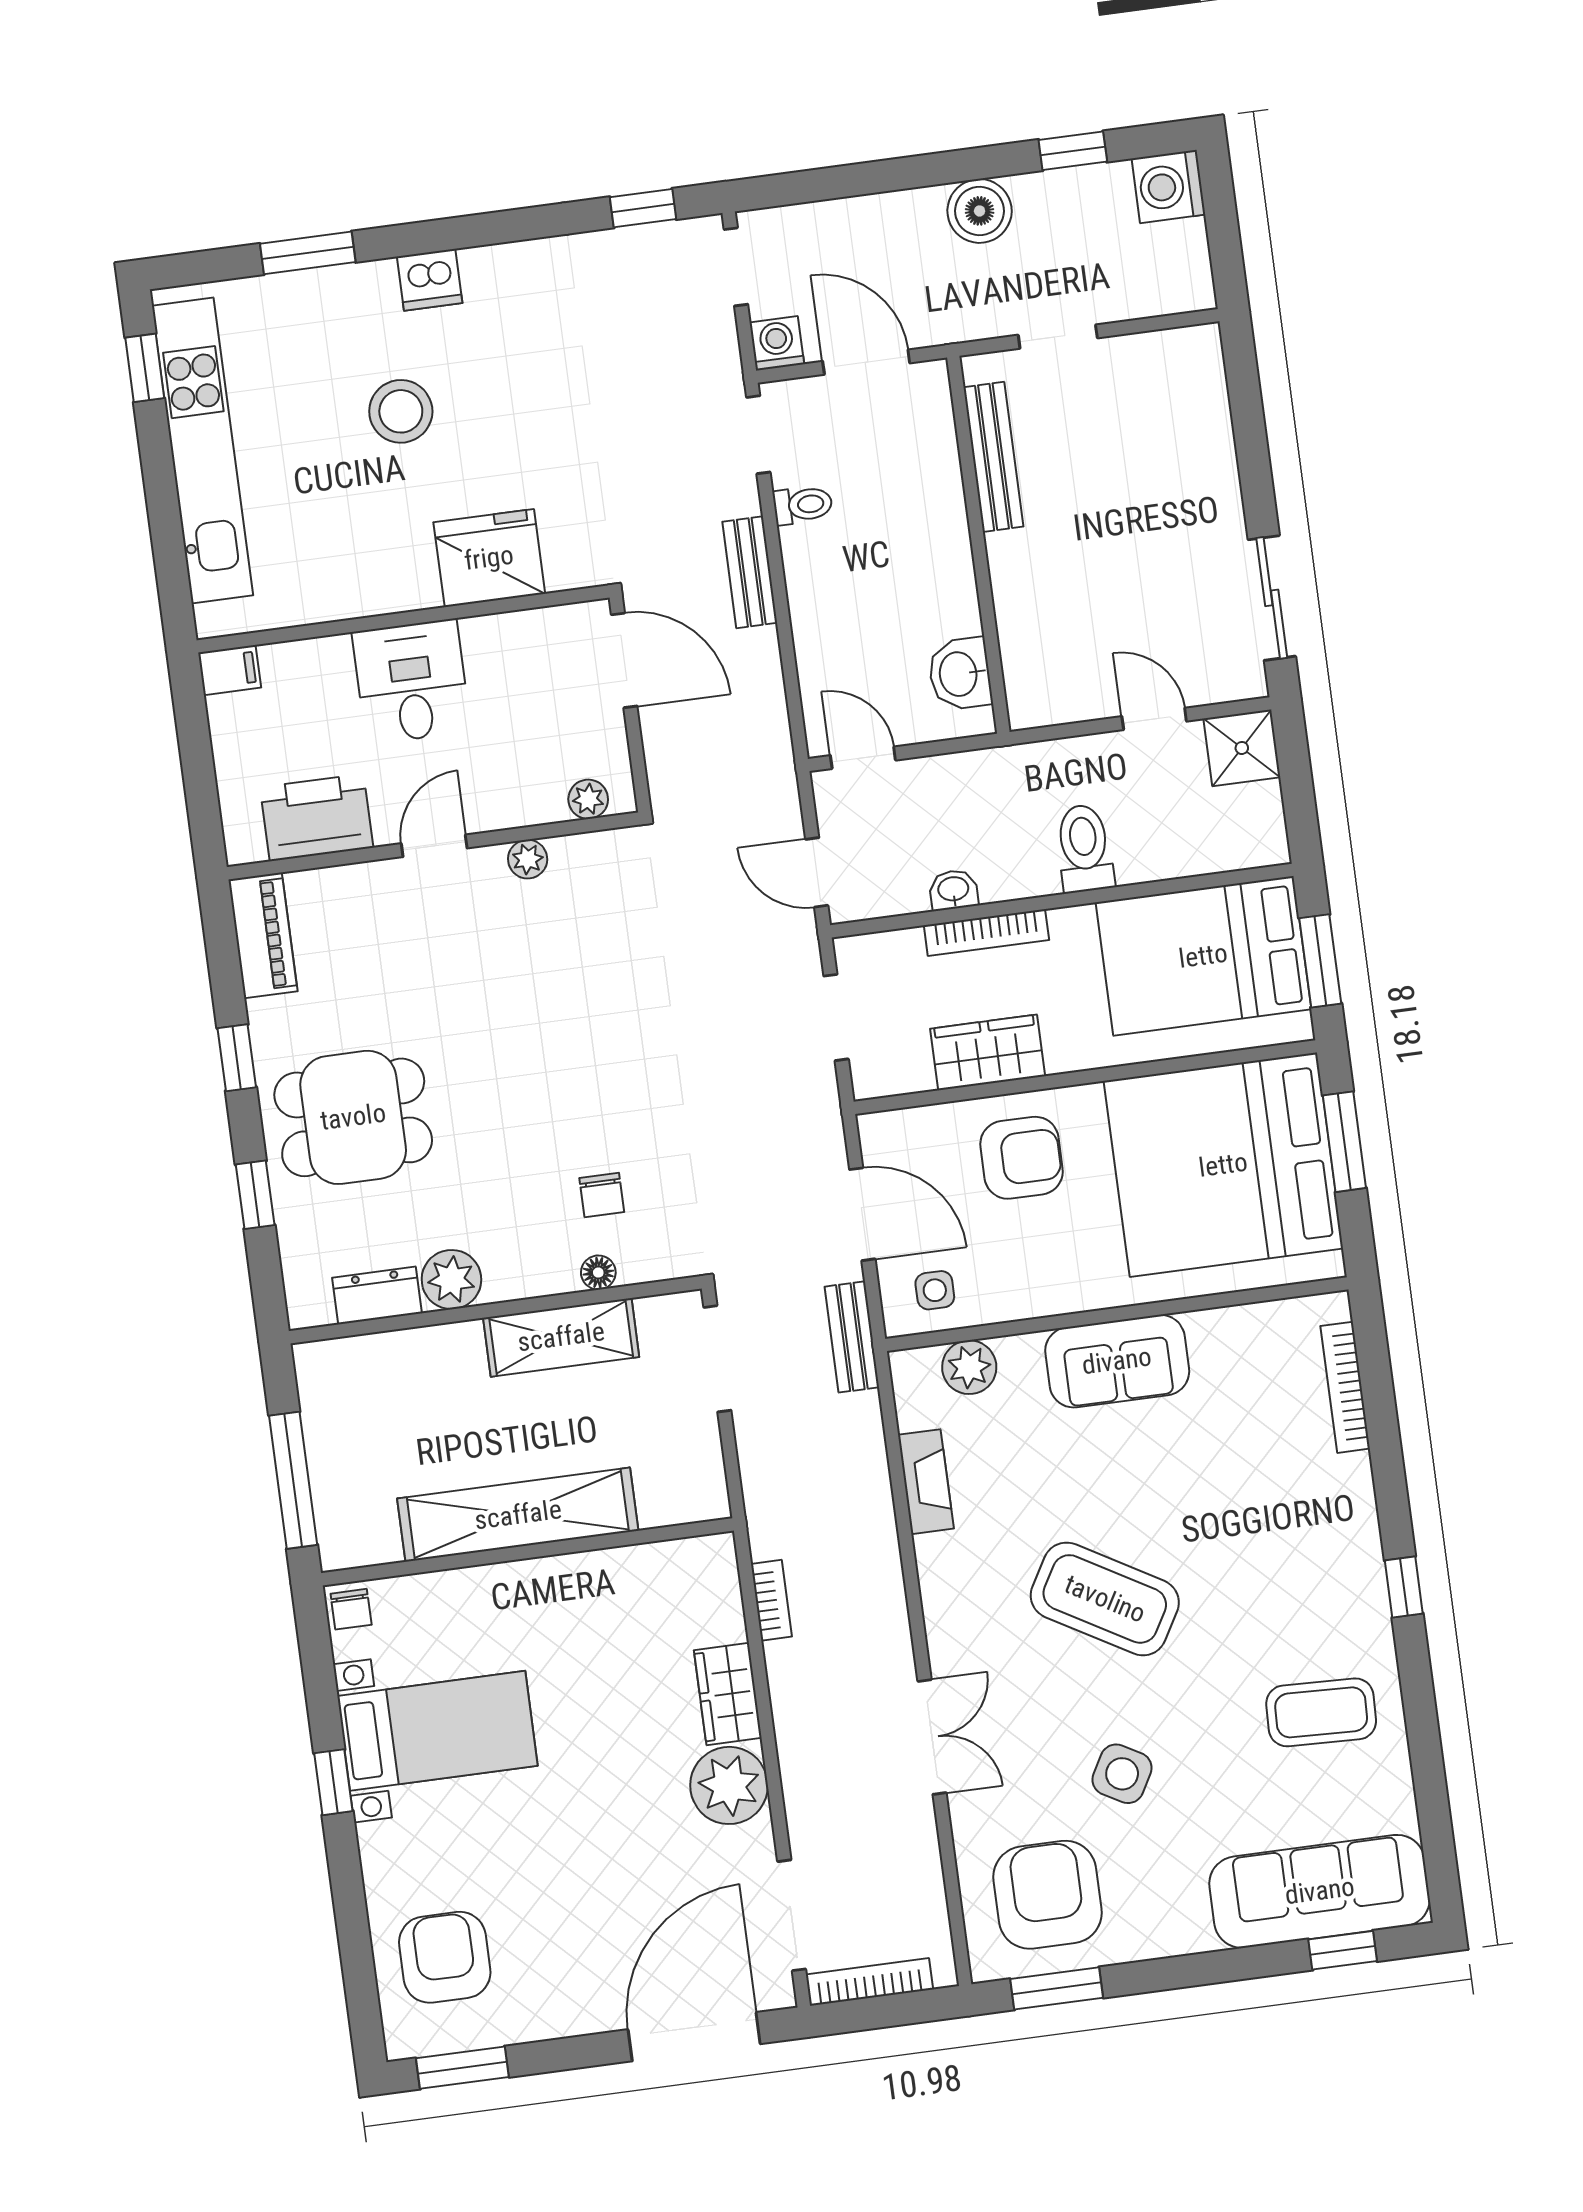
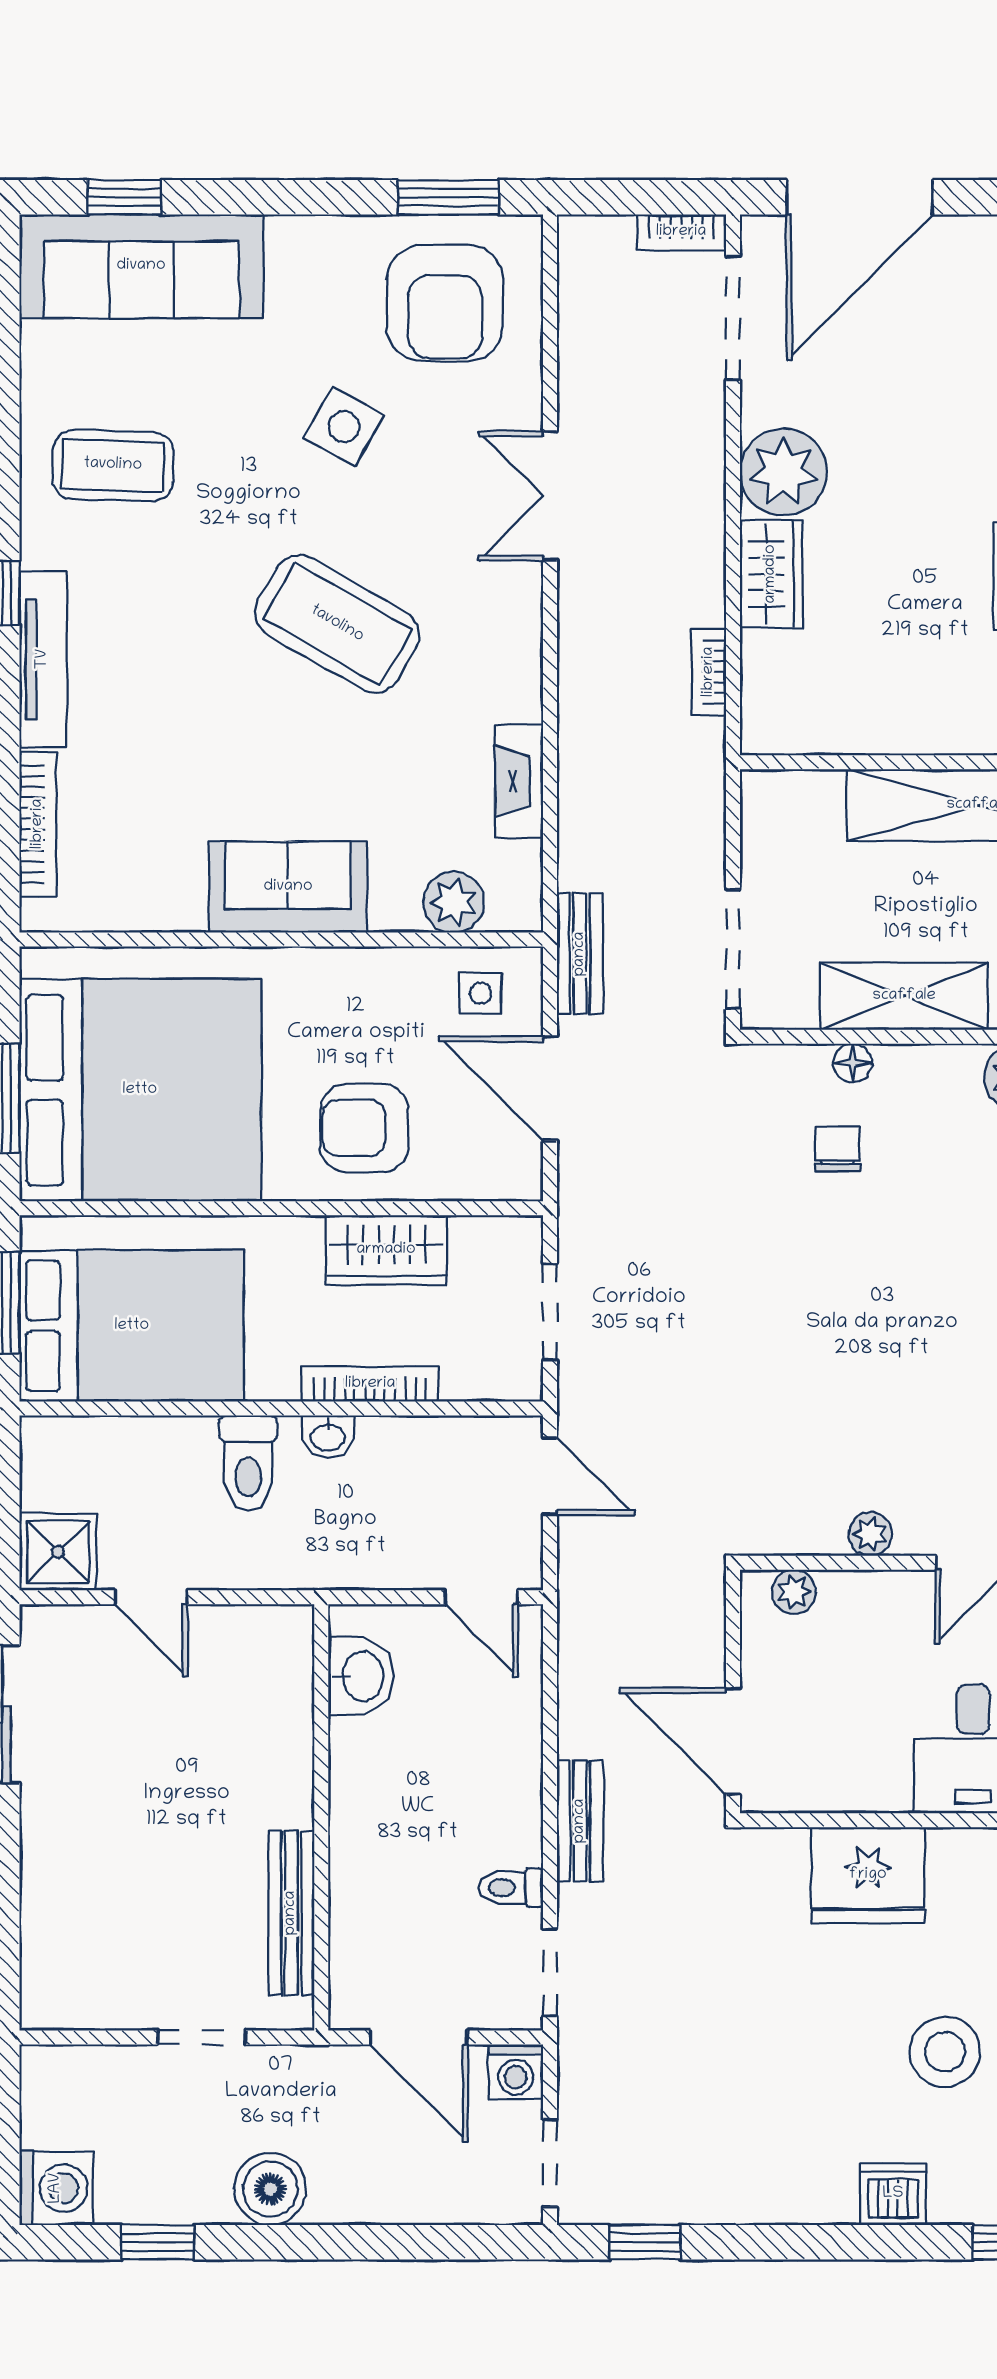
washbasin: (953, 890) -> (328, 1436), moved
tv unit: (1360, 1533) -> (43, 659), added
bookcase: (869, 1982) -> (681, 232), width x0.64

